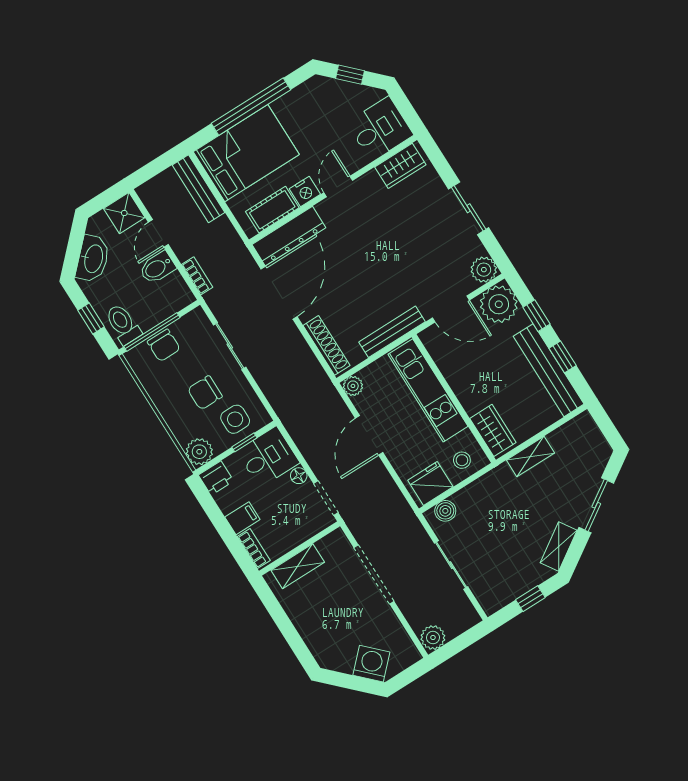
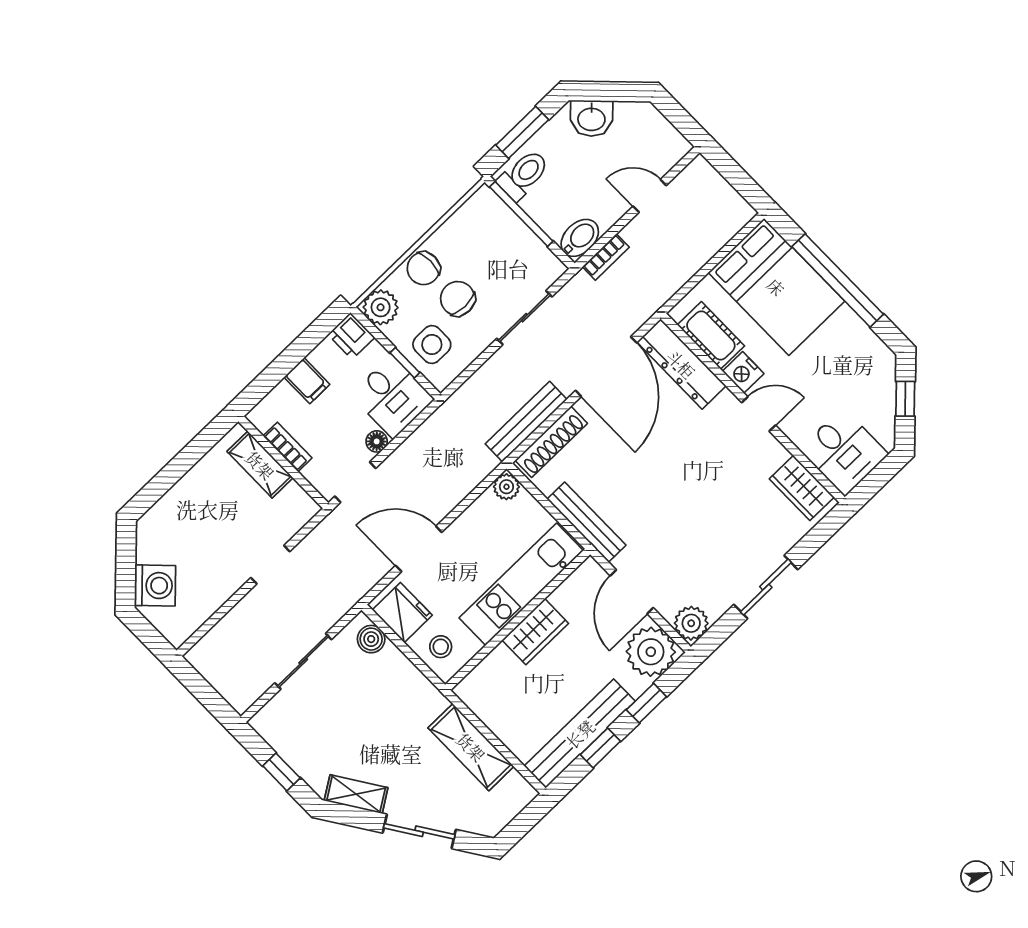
bench: (199, 189) -> (526, 422), moved
shower: (124, 213) -> (667, 146), removed
washbasin: (93, 259) -> (591, 118), width x0.72
bidet: (157, 268) -> (580, 238), moved, turned 90
door: (279, 293) -> (606, 367), hinge flipped
window: (91, 318) -> (522, 132), width x1.50
chair: (164, 345) -> (423, 268), moved
wardrobe: (493, 430) -> (535, 632), moved
door: (369, 435) -> (419, 549), moved
shelving: (530, 457) -> (471, 747), width x1.50, depth x1.33
bookcase: (254, 548) -> (288, 447), moved, turned -90
doorway: (374, 574) -> (270, 565), width x0.53
plant: (433, 638) -> (205, 657), removed

